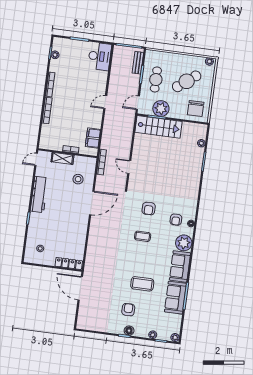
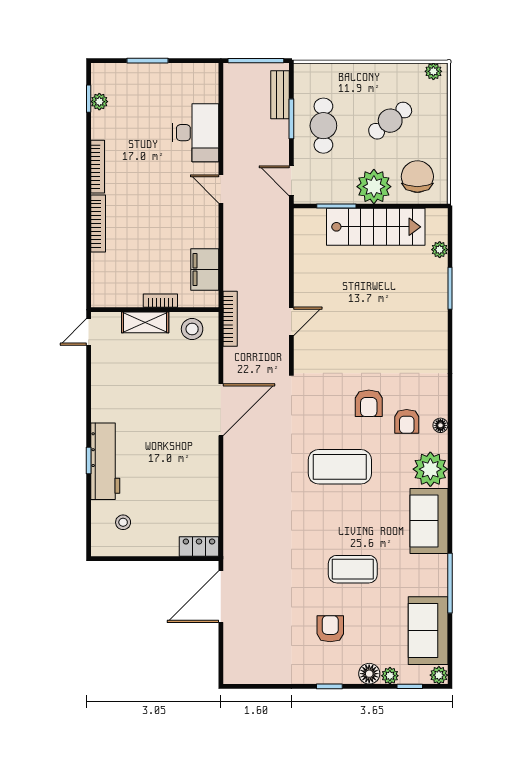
desk: (100, 56) -> (196, 133), moved
cafe table: (187, 81) -> (390, 121), width x0.73, depth x0.74
door: (105, 102) -> (221, 189), hinge flipped
door: (138, 103) -> (291, 181), hinge flipped
plant: (161, 108) -> (374, 187), moved
chair: (196, 108) -> (417, 177), turned 180
stairs: (158, 127) -> (376, 227), moved
door: (129, 167) -> (291, 321), swing flipped
stool: (78, 179) -> (192, 329), moved
workbench: (39, 194) -> (105, 461), moved
armchair: (149, 209) -> (369, 403), moved
coffee table: (143, 236) -> (340, 467), width x1.86, depth x1.72
locker: (69, 263) -> (199, 546), width x0.66
door: (80, 288) -> (221, 597), hinge flipped
sofa: (175, 298) -> (428, 631), moved
floor lamp: (129, 331) -> (369, 674), moved

